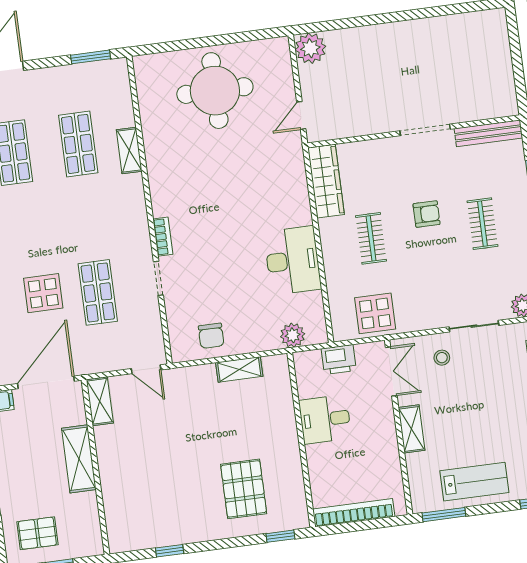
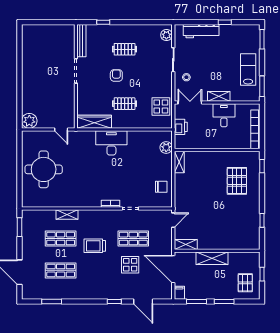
trolley: (73, 216) -> (95, 246), added
desk: (293, 260) -> (111, 143), moved
shelving: (239, 369) -> (179, 162), moved
desk: (325, 419) -> (224, 115), moved, turned 180
pallet: (244, 489) -> (237, 181), turned 90

